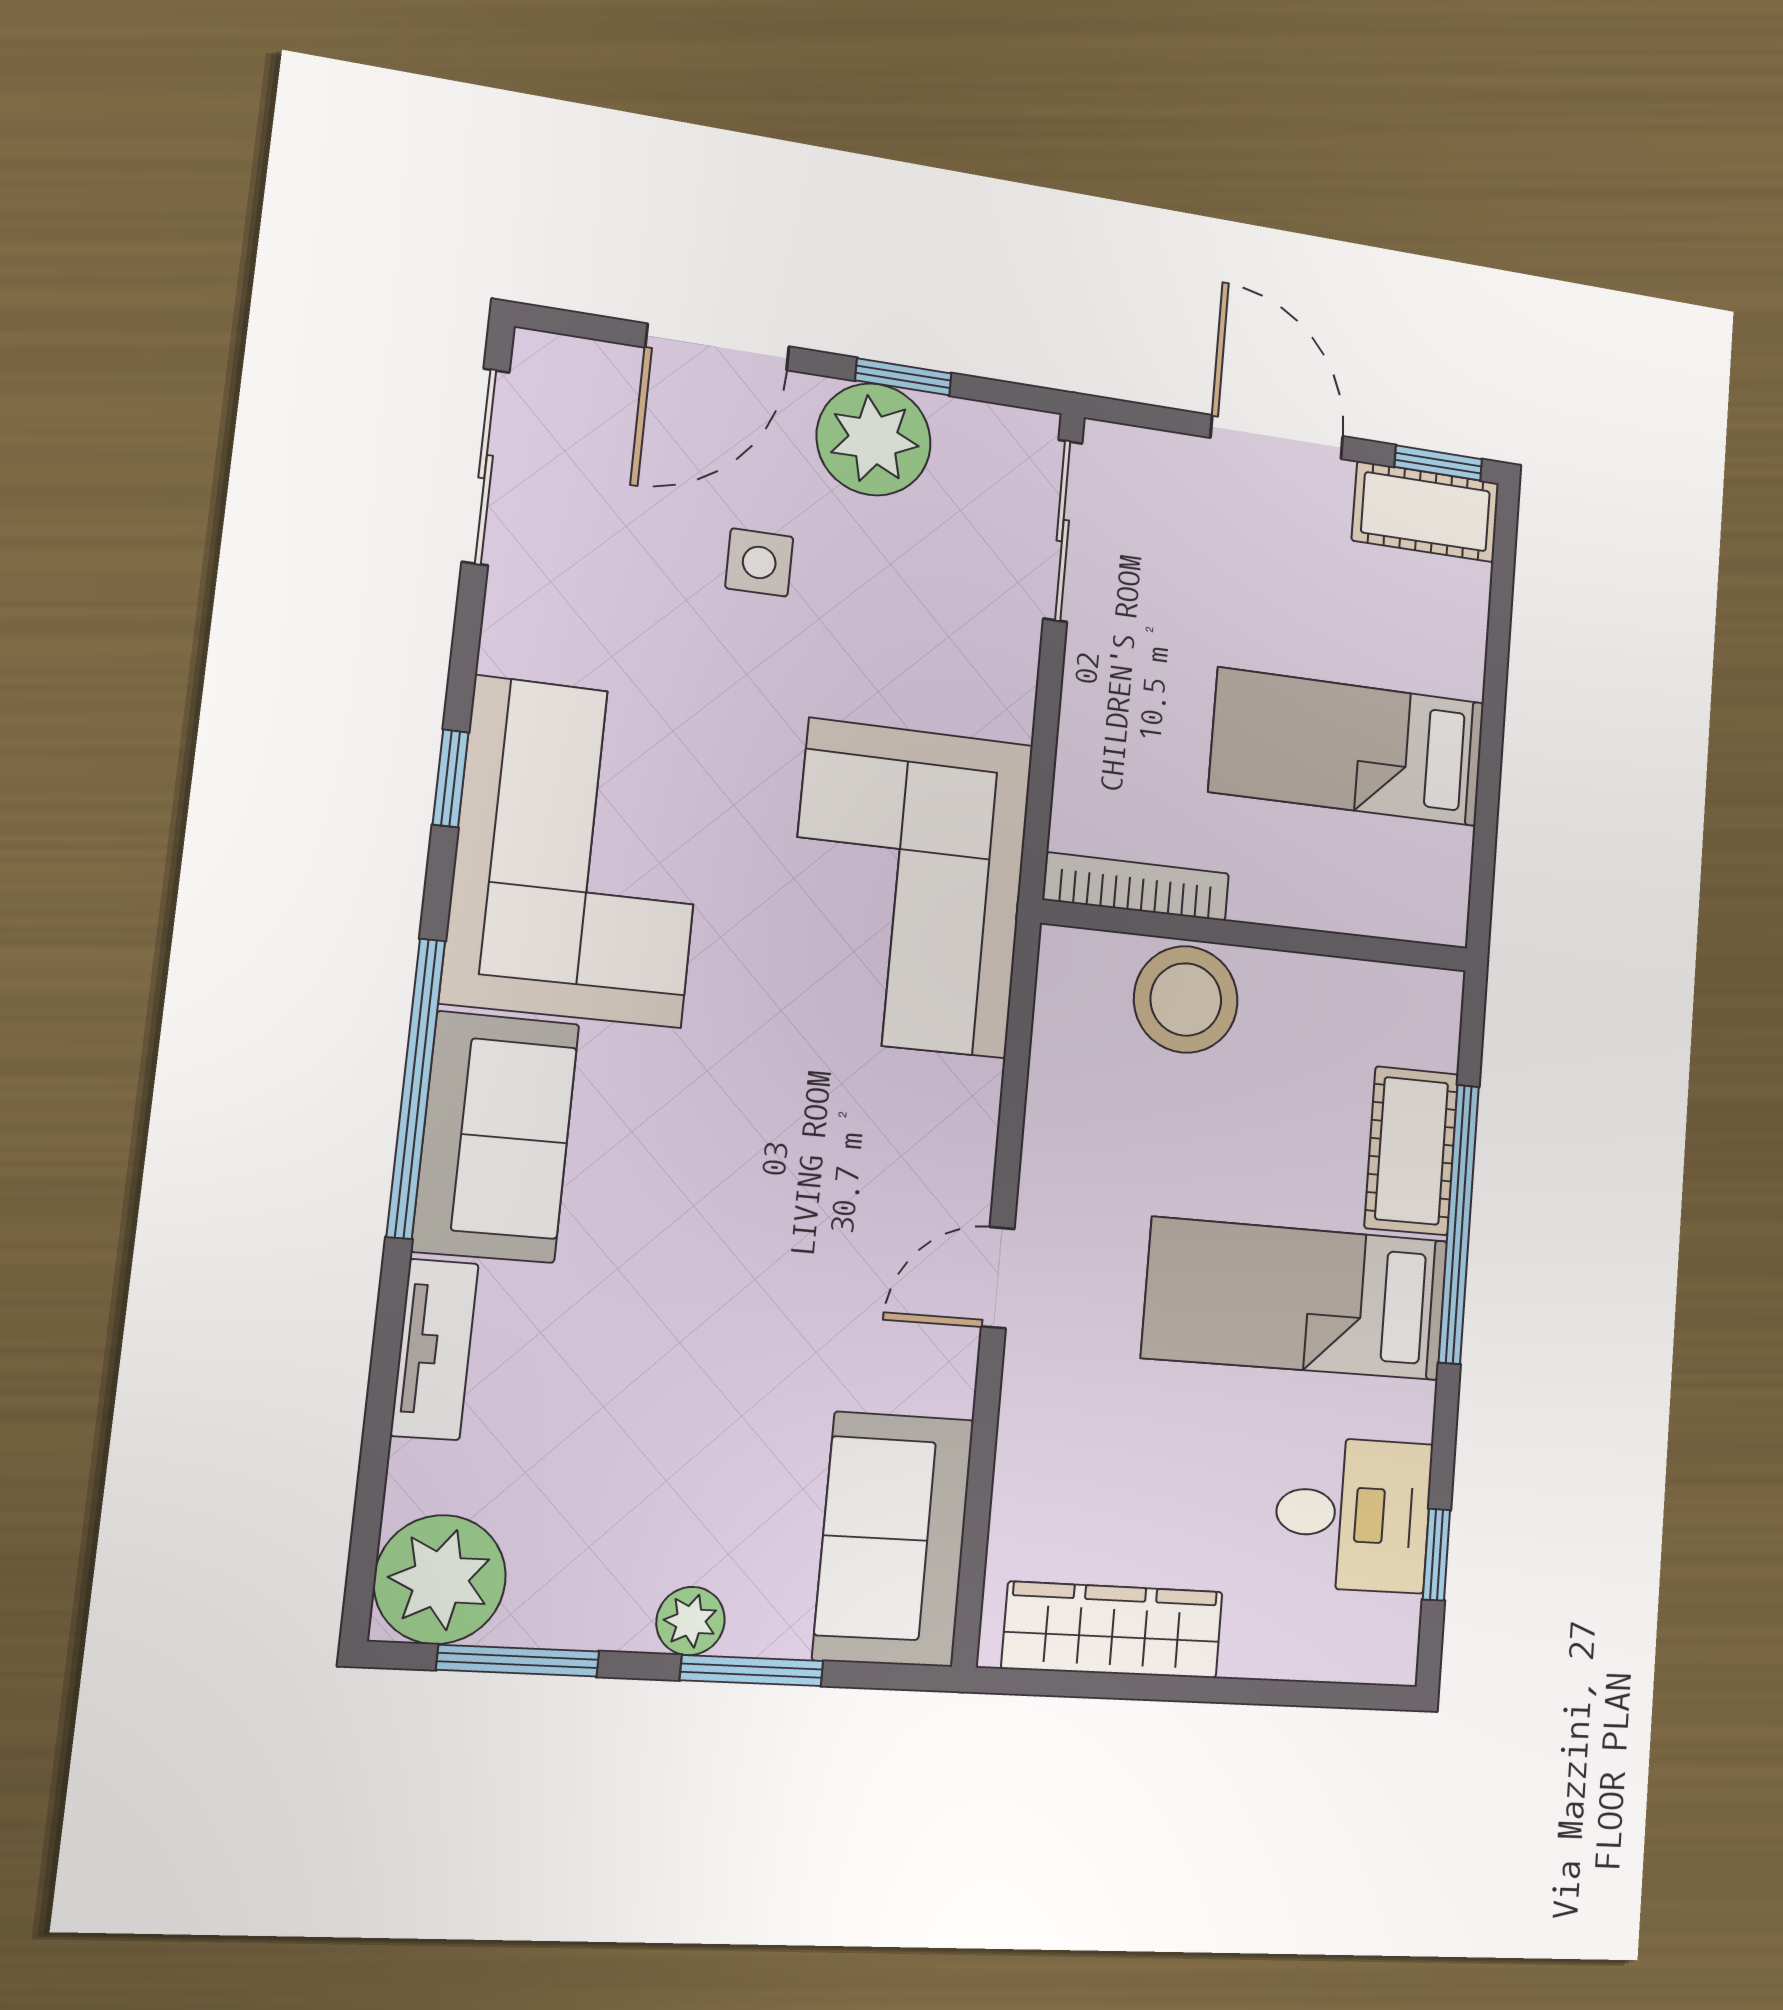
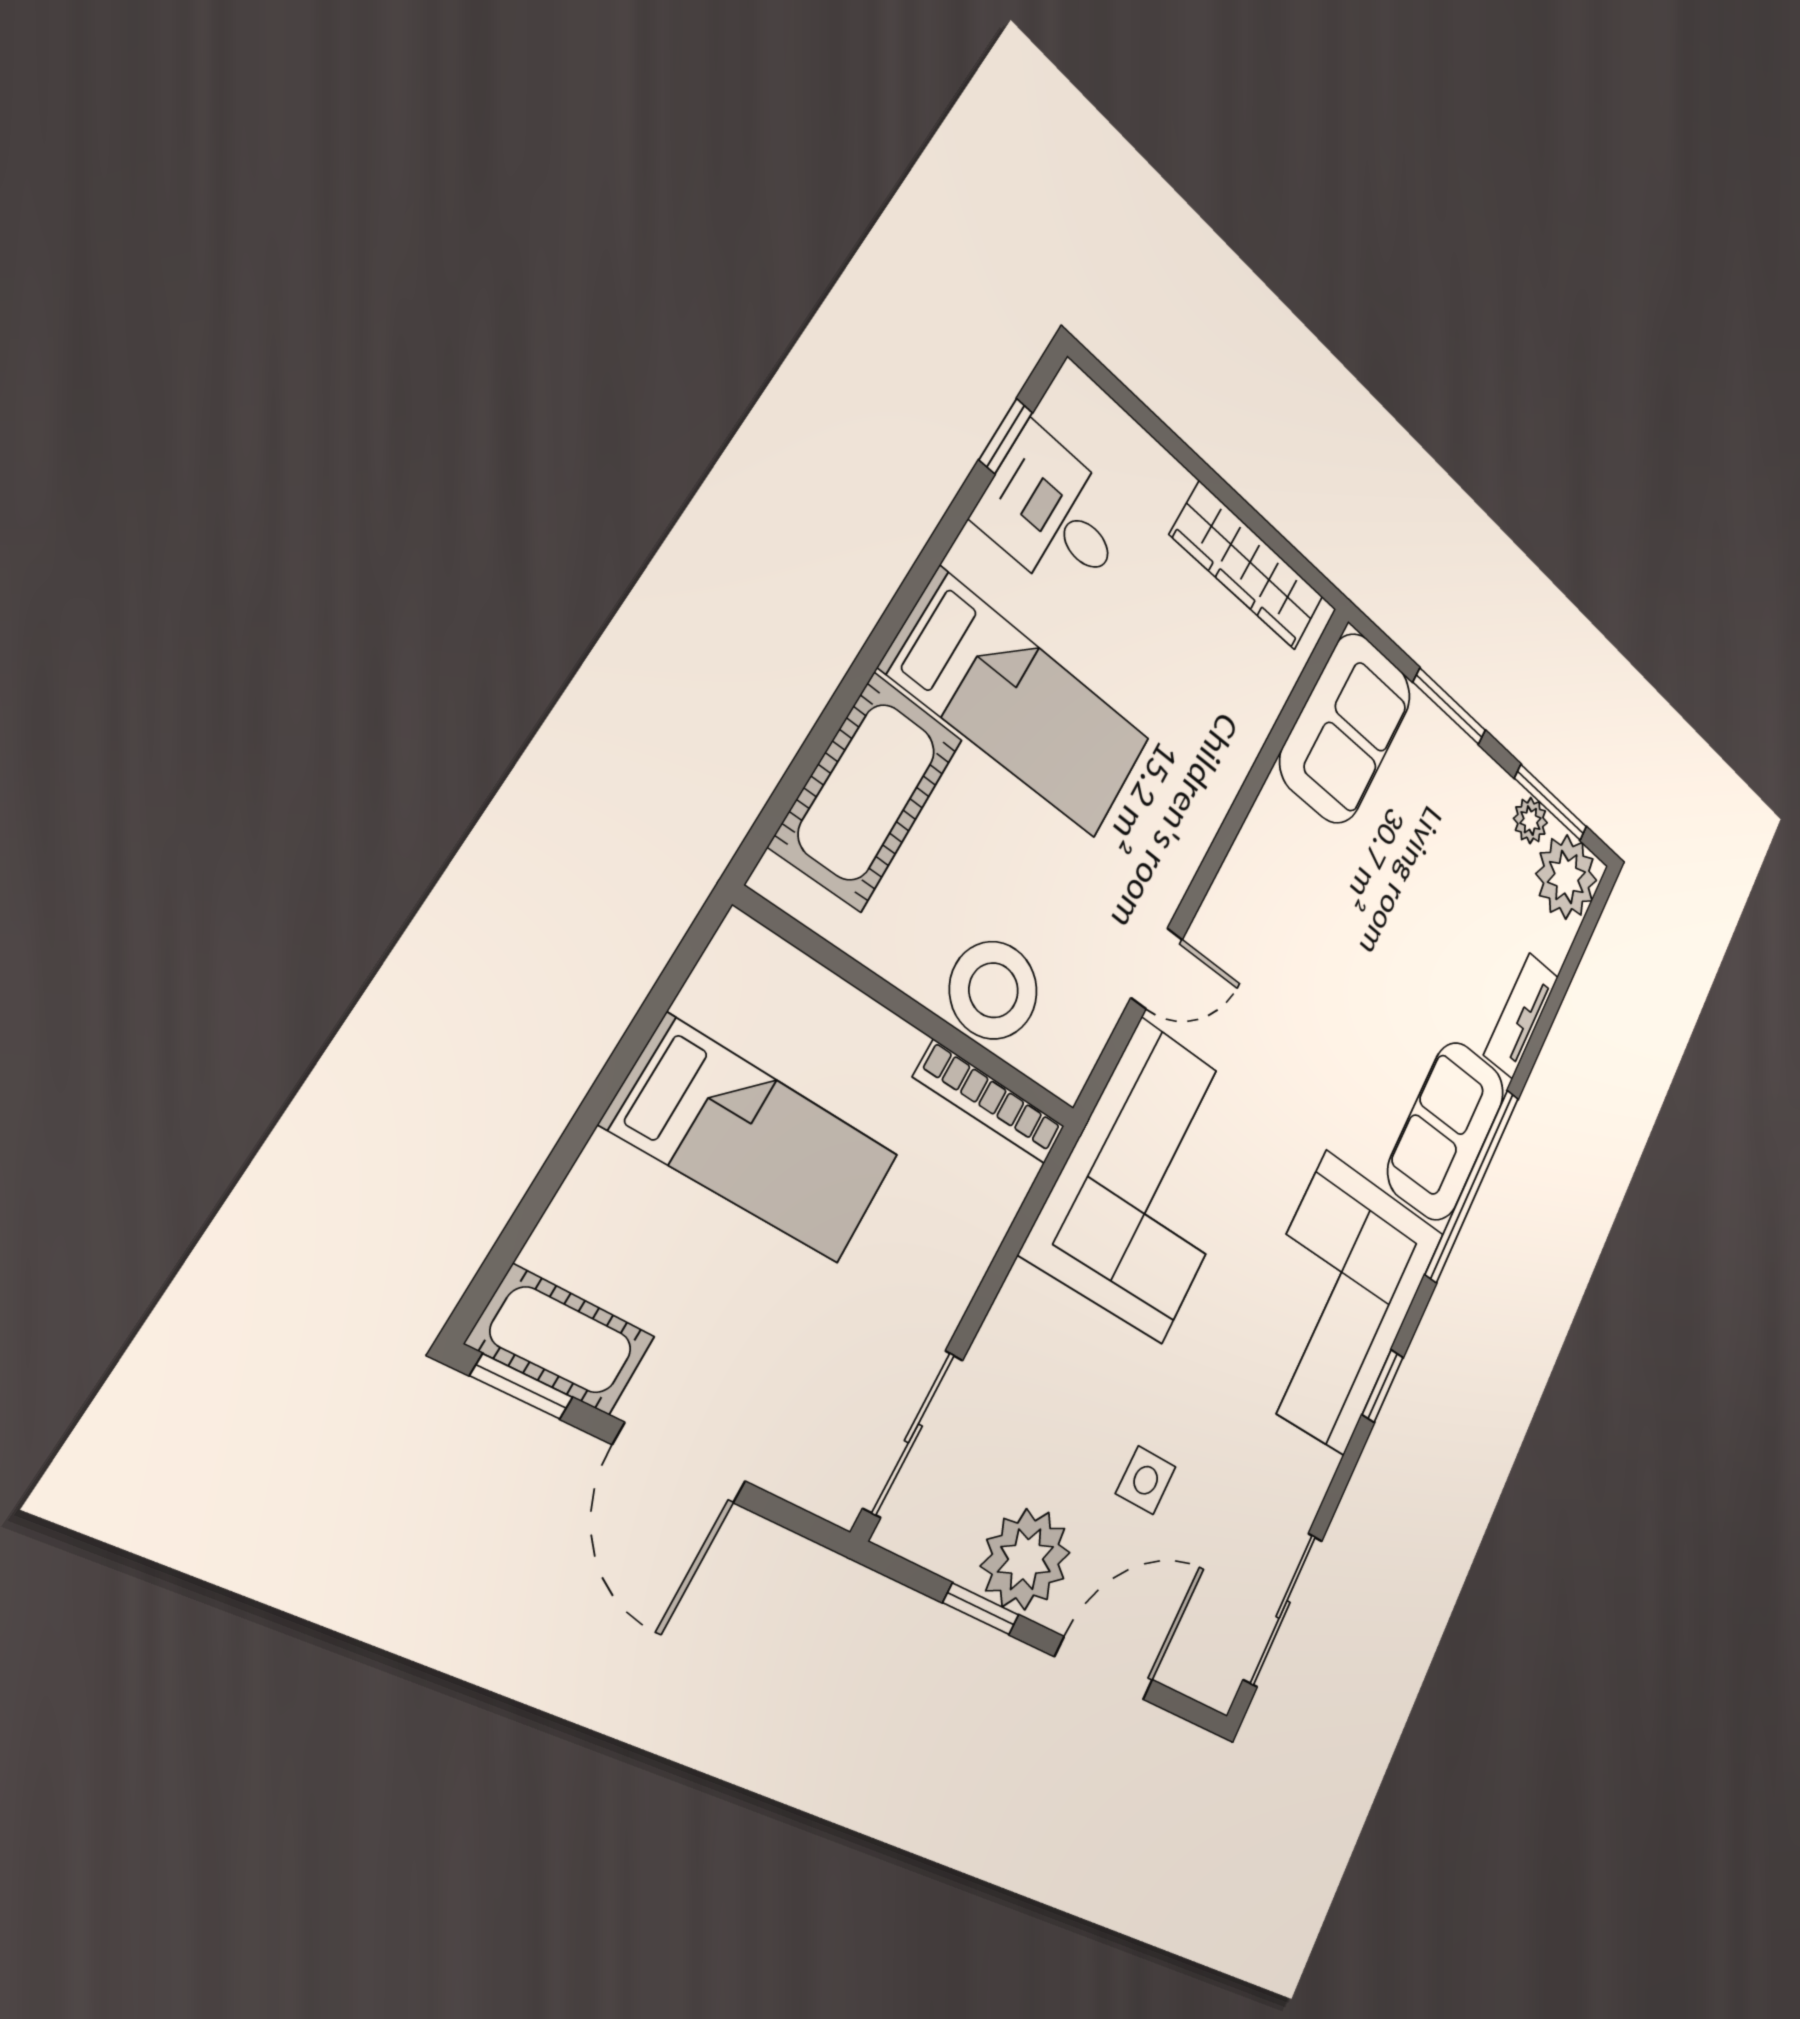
cot: (1412, 1151) -> (867, 792), width x1.37, depth x1.34
window: (1459, 1224) -> (859, 675), removed
door: (998, 1278) -> (1157, 969), moved
plant: (691, 1621) -> (1530, 821), moved

